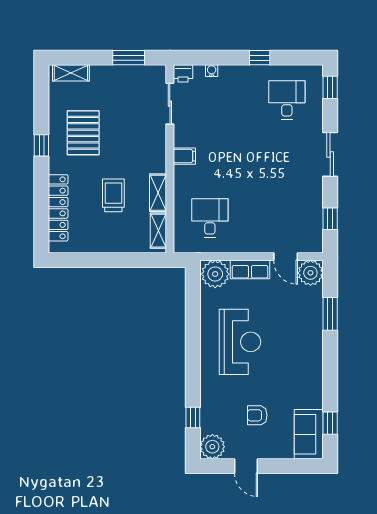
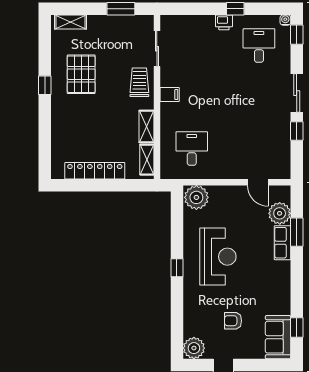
water cooler: (212, 71) -> (285, 20), moved
printer: (183, 73) -> (224, 22), moved
trolley: (113, 195) -> (139, 82), moved
locker: (58, 208) -> (95, 171), moved, turned -90
window: (330, 219) -> (297, 131), moved
row of seats: (250, 270) -> (282, 243), moved, turned 90
plant: (310, 273) -> (280, 213), moved
window: (193, 417) -> (177, 268), moved

